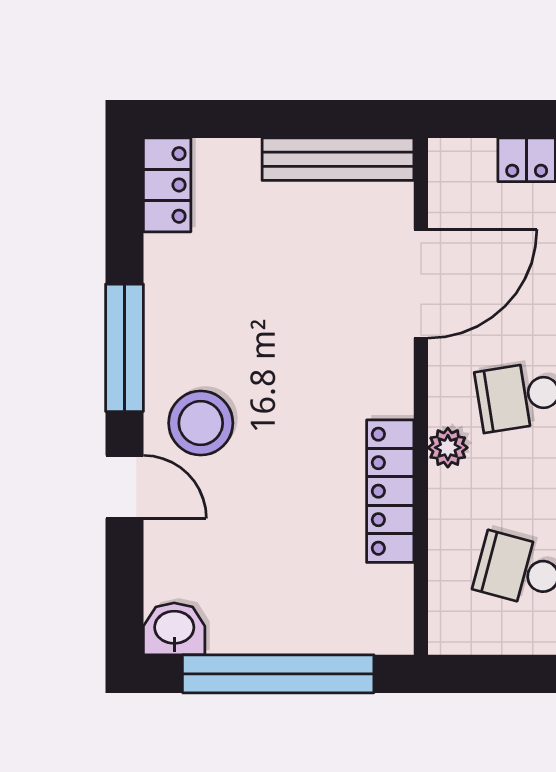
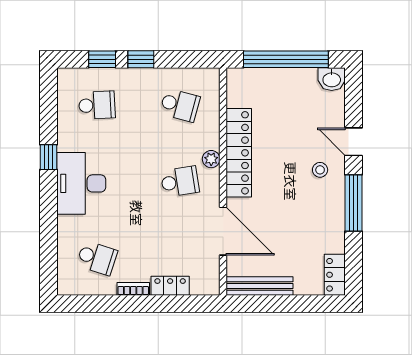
door: (421, 284) -> (223, 231), swing flipped
stool: (201, 423) -> (320, 170), width x0.53, depth x0.53
locker: (390, 491) -> (239, 153), width x1.41, depth x1.21

